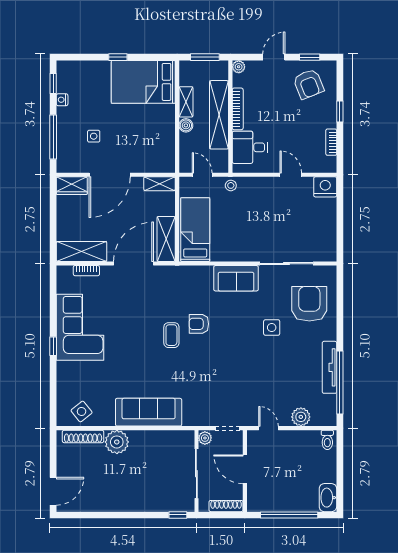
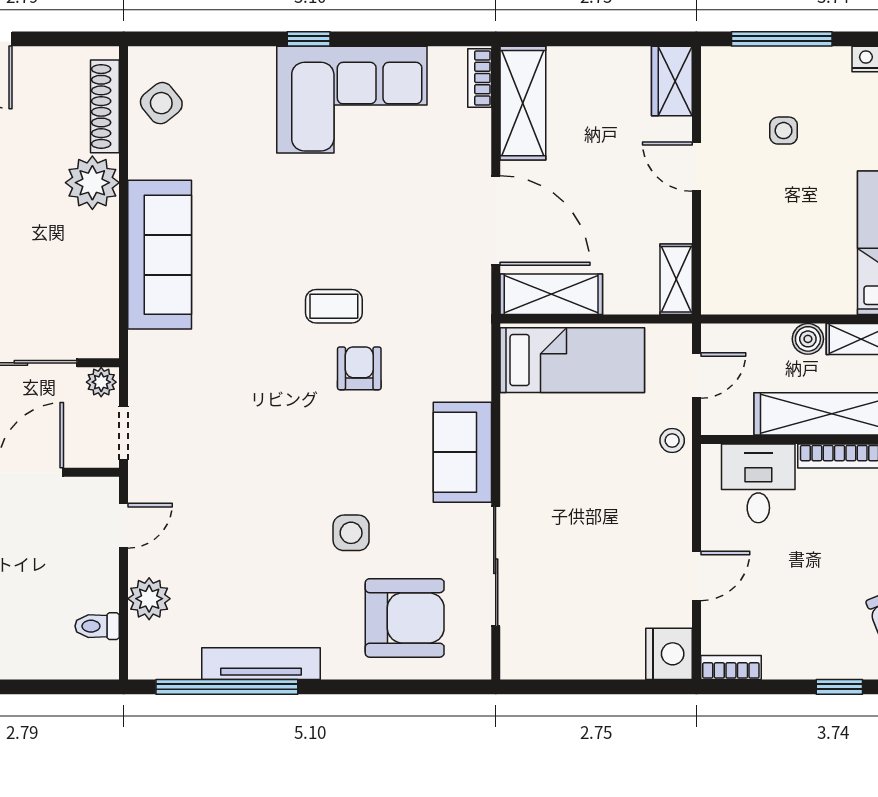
bookcase: (331, 142) -> (731, 668), moved
door: (110, 175) -> (696, 167), width x0.53
bookcase: (86, 271) -> (480, 78), moved
toilet: (327, 440) -> (97, 626), moved

